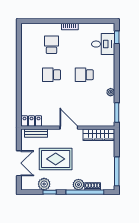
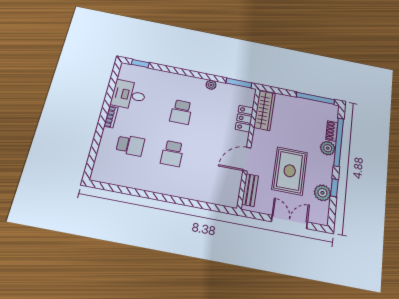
desk: (103, 44) -> (129, 95), moved, turned -90
school desk: (51, 45) -> (130, 145), turned 180
locker: (32, 121) -> (244, 119), moved
door: (69, 128) -> (247, 159), moved

